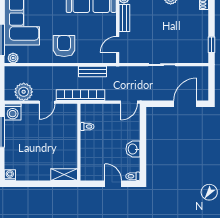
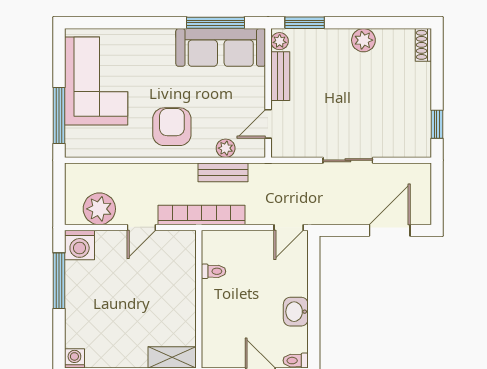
plant: (13, 58) -> (226, 148), moved

